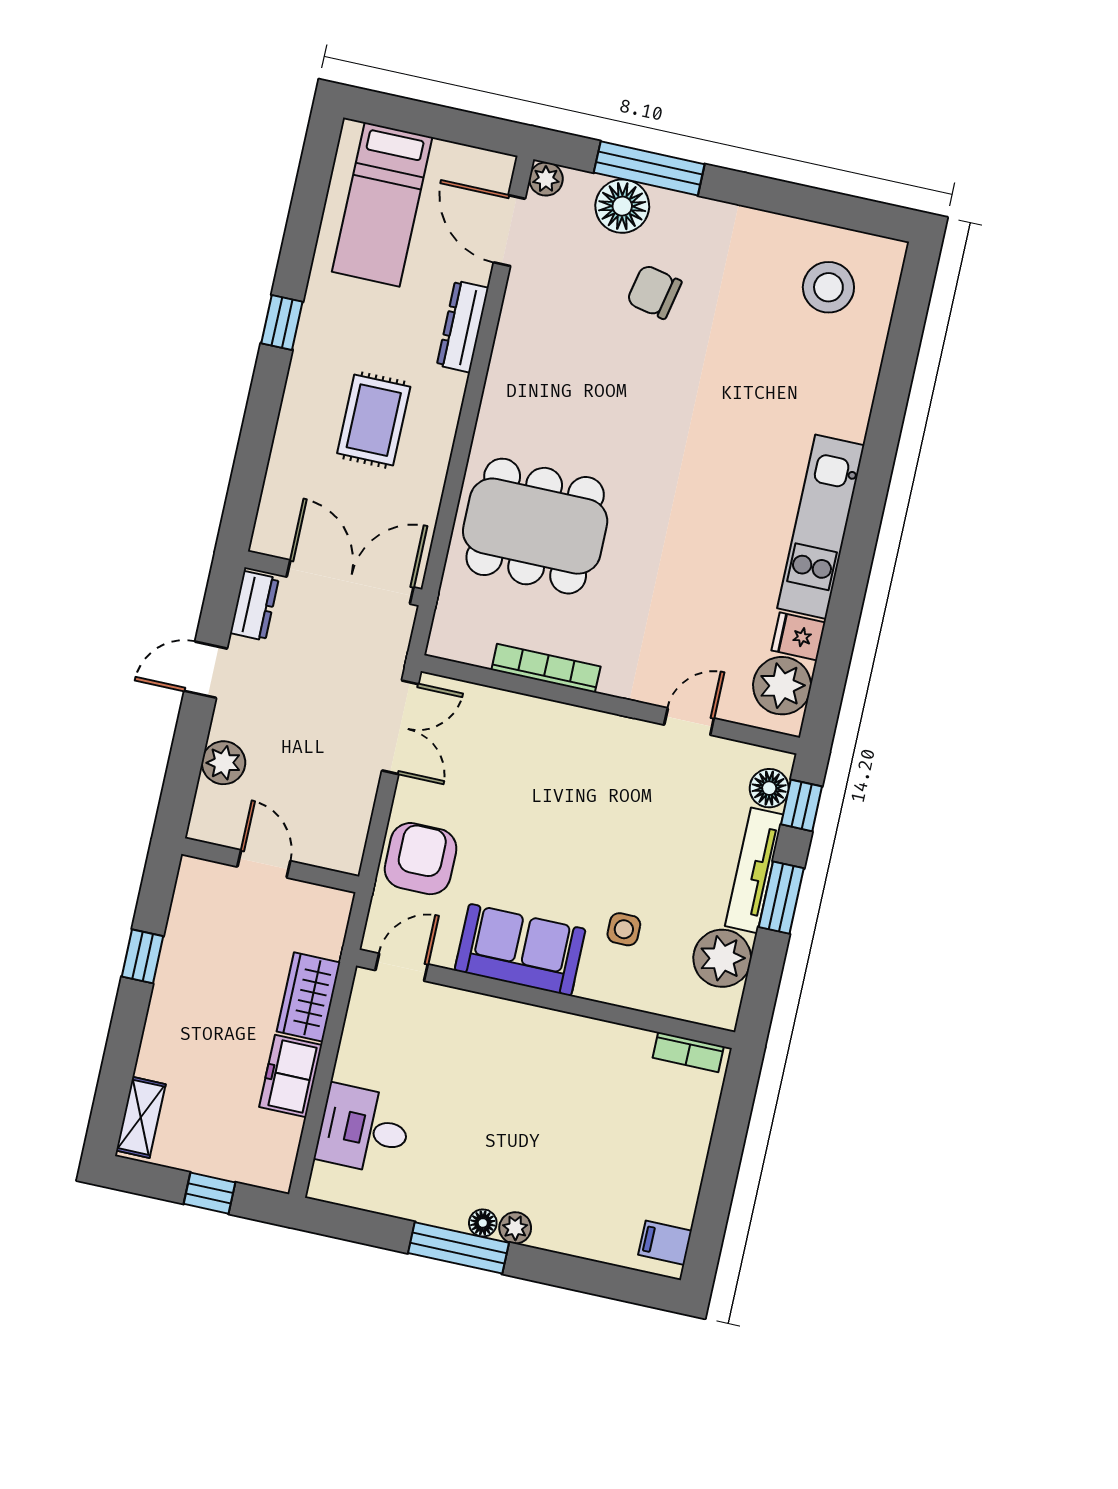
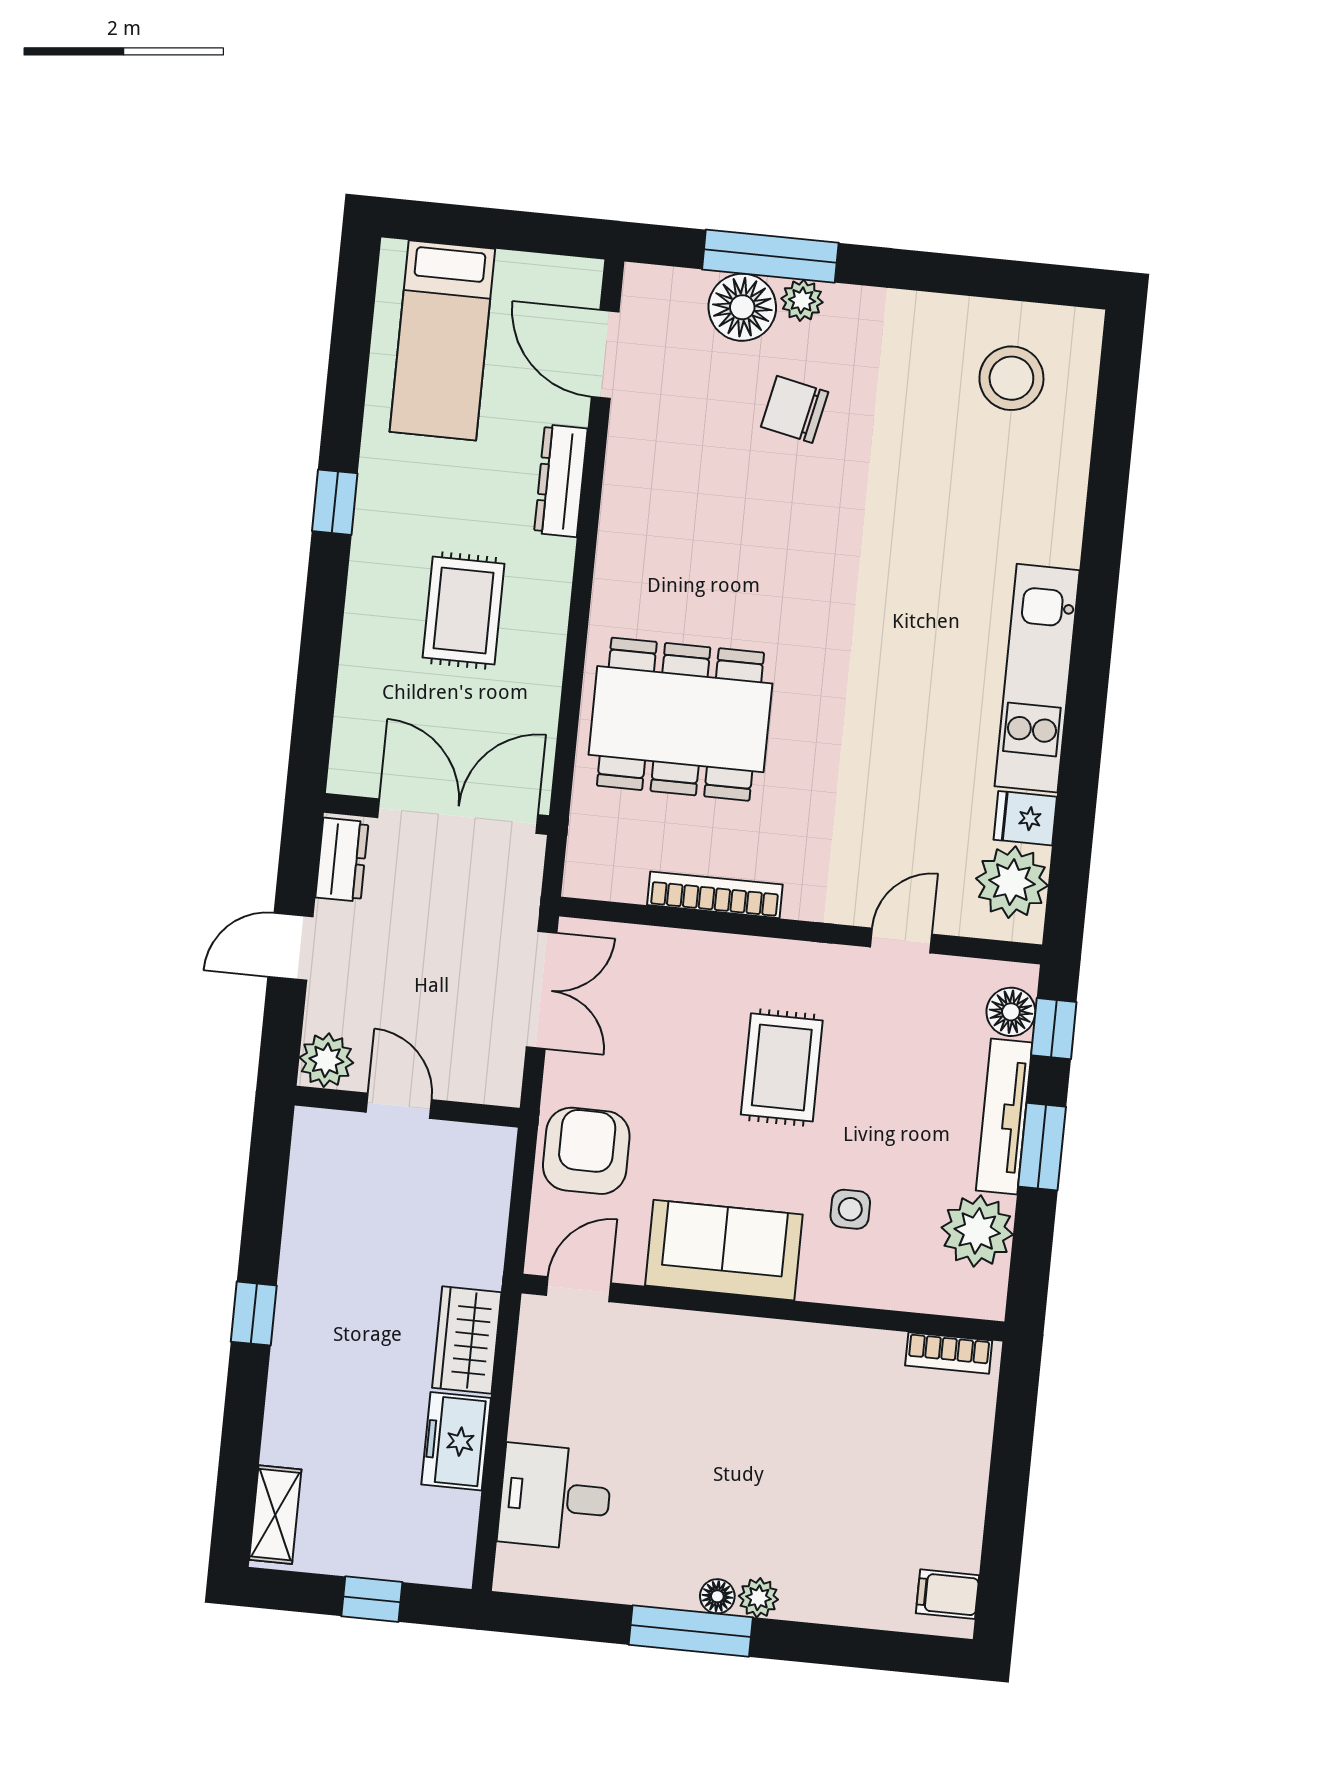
plant: (546, 179) -> (802, 300), moved
rug: (583, 811) -> (782, 1067), added
door: (264, 864) -> (399, 1106), moved
wall: (270, 865) -> (407, 1107), moved

